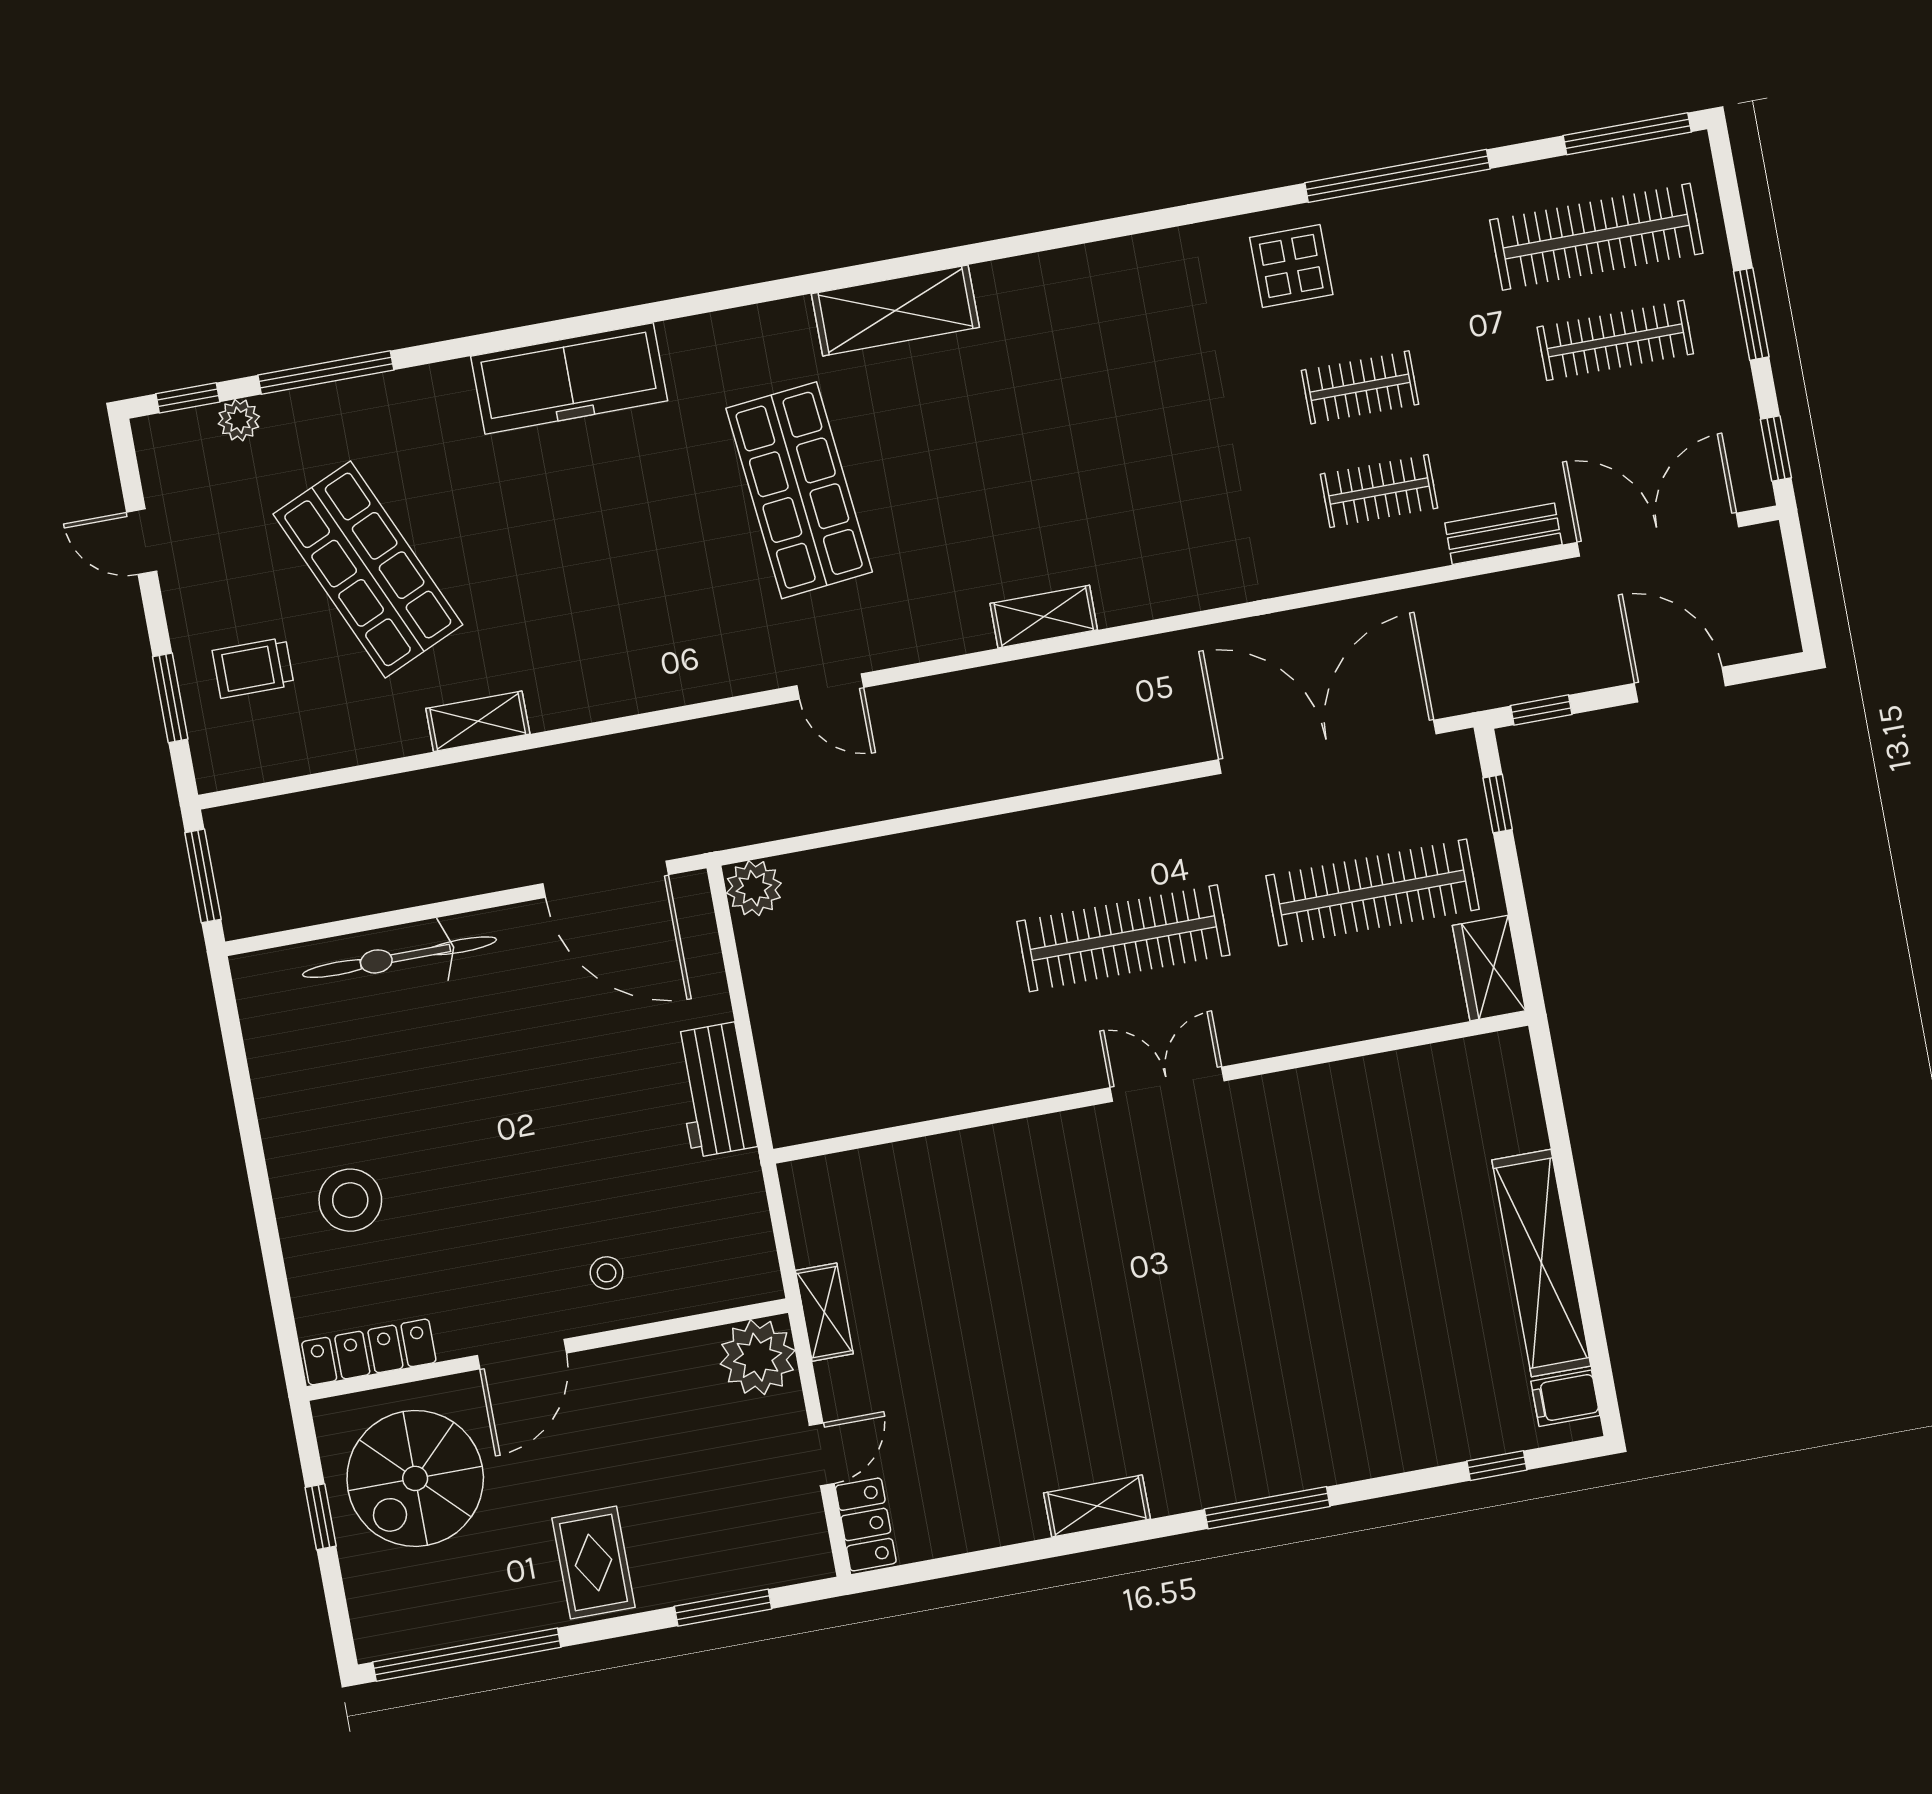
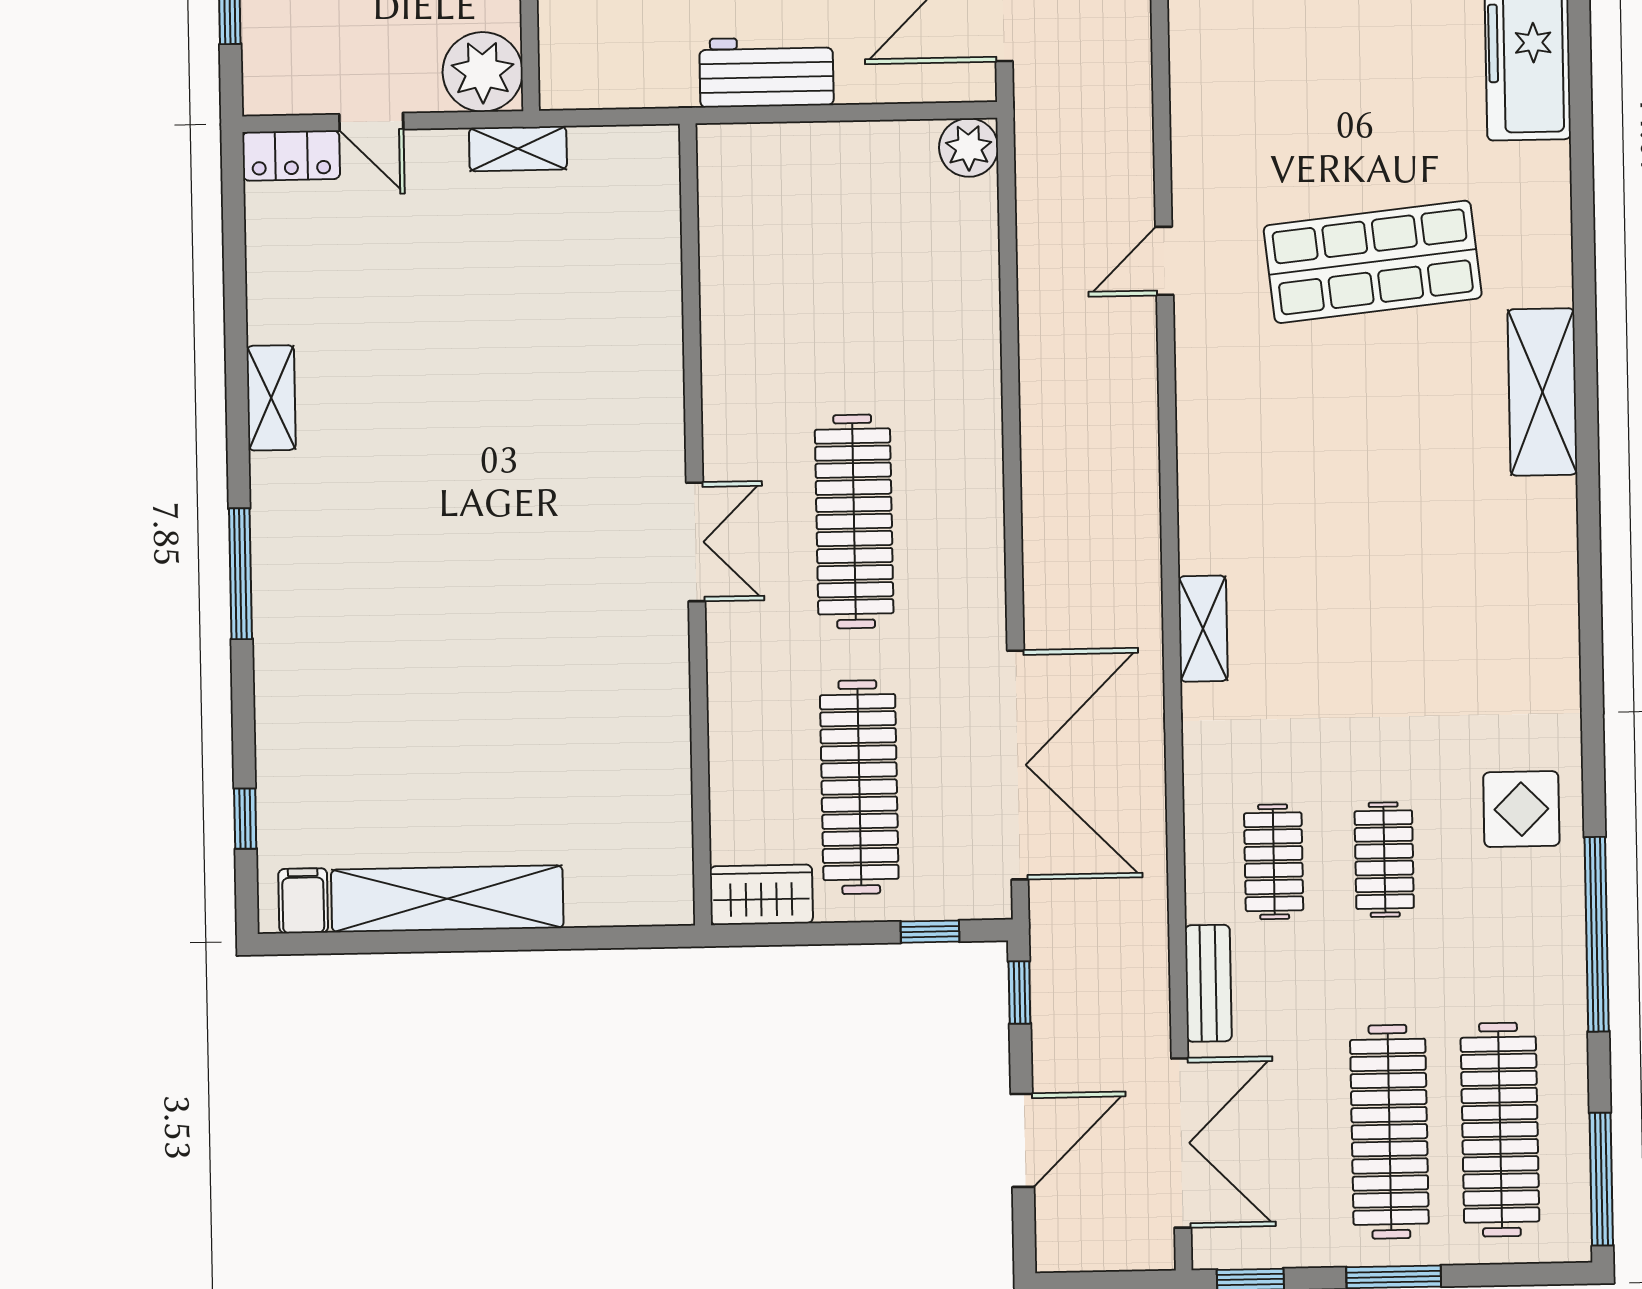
clothes rail: (1615, 340) -> (1389, 1132), width x1.37, depth x1.31
shelving: (1044, 617) -> (1203, 629), moved

